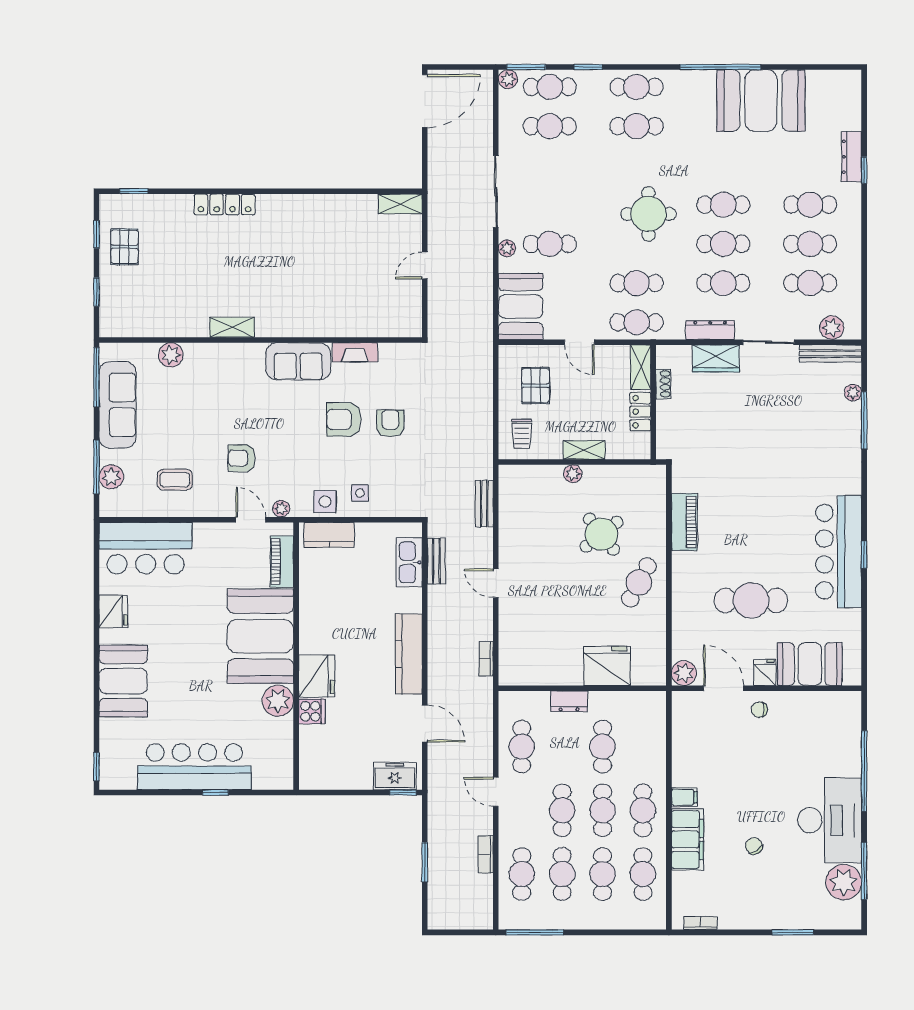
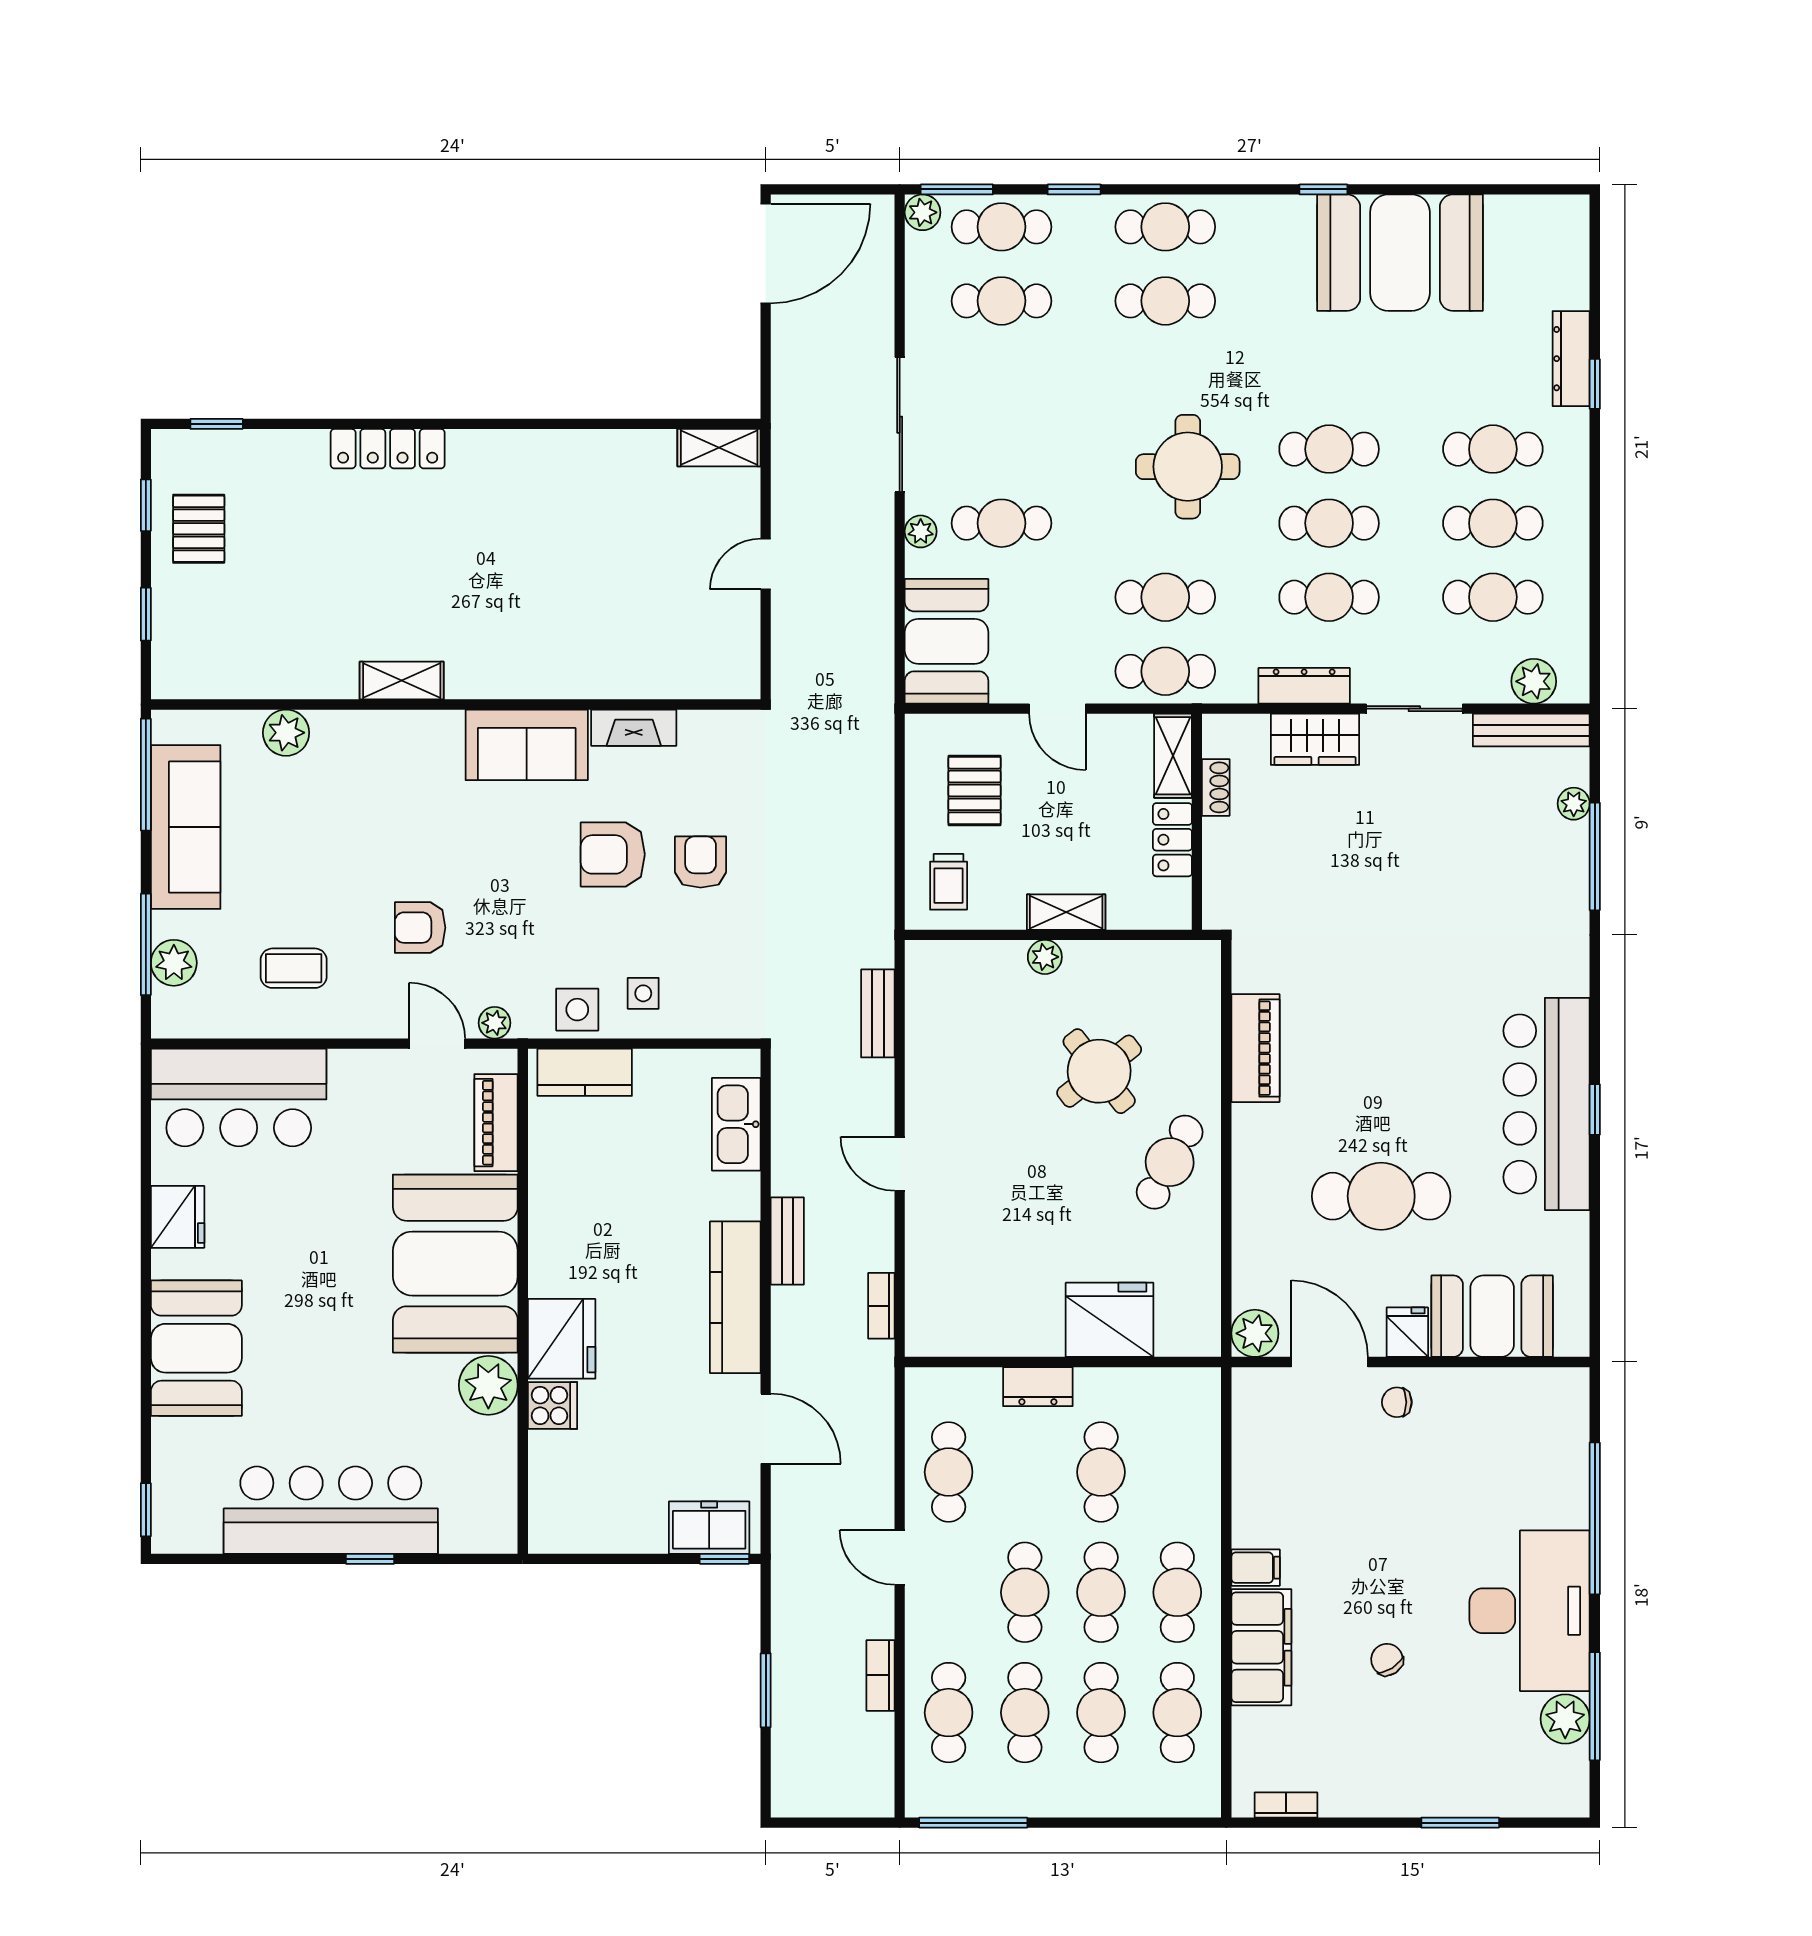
window: (720, 67) -> (1323, 189), width x0.32
bench: (436, 561) -> (787, 1241), moved
plant: (844, 882) -> (1565, 1719), width x0.73, depth x0.73

